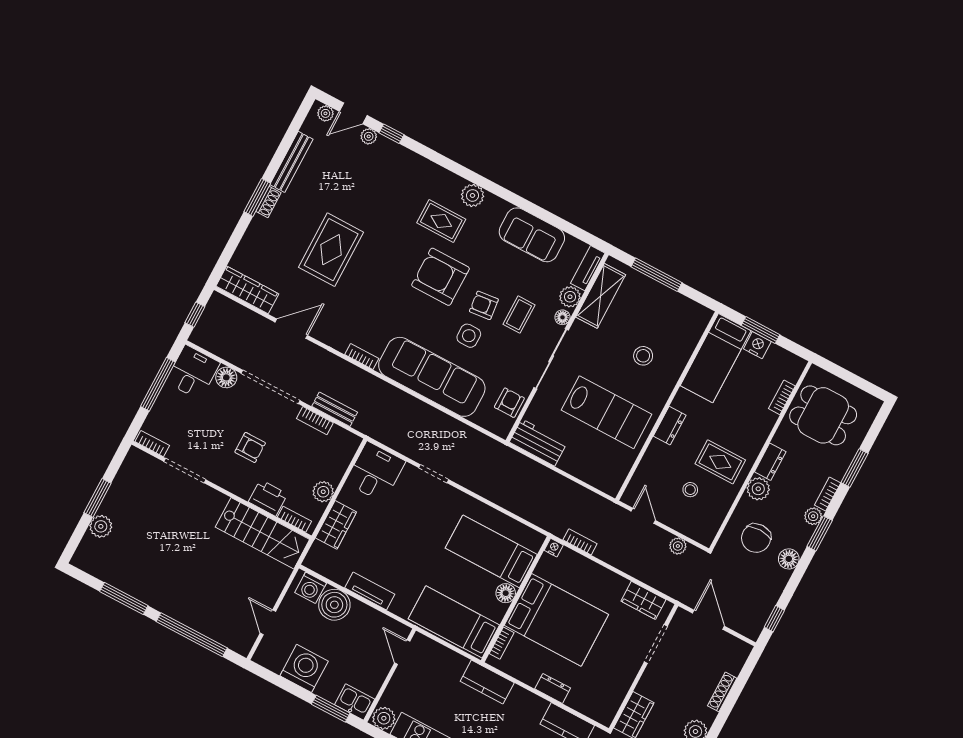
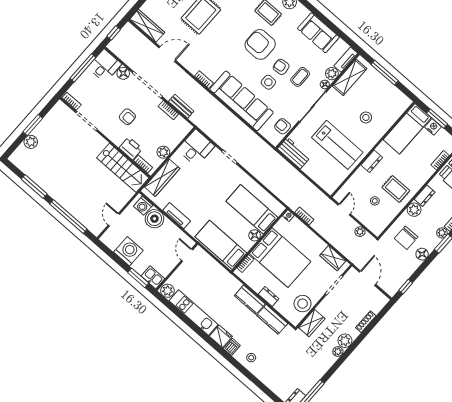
armchair: (509, 403) -> (283, 126), turned -90
wardrobe: (336, 525) -> (162, 178), width x1.50
kitchen counter: (487, 682) -> (250, 300), moved
stool: (611, 687) -> (303, 304), added

